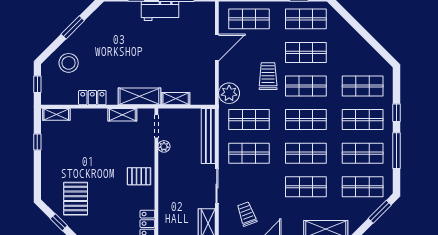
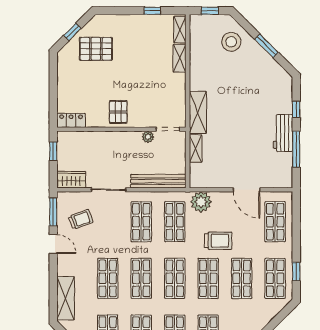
locker: (92, 98) -> (197, 65), removed
shelving: (122, 115) -> (180, 58), moved

